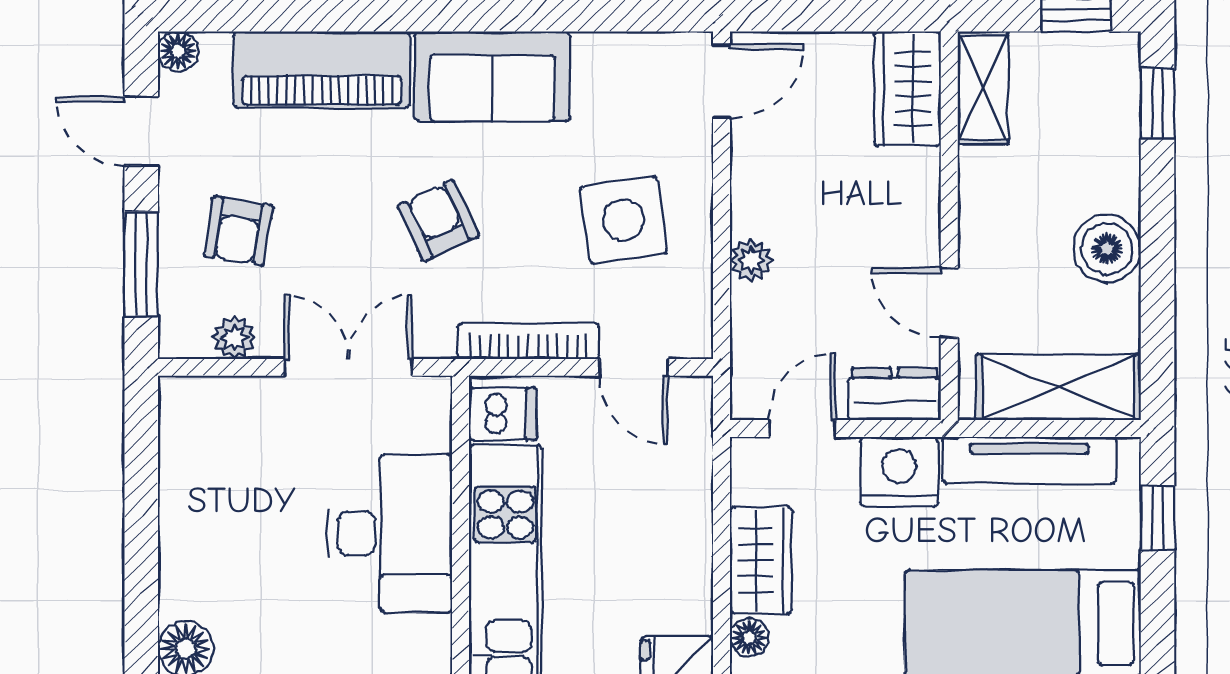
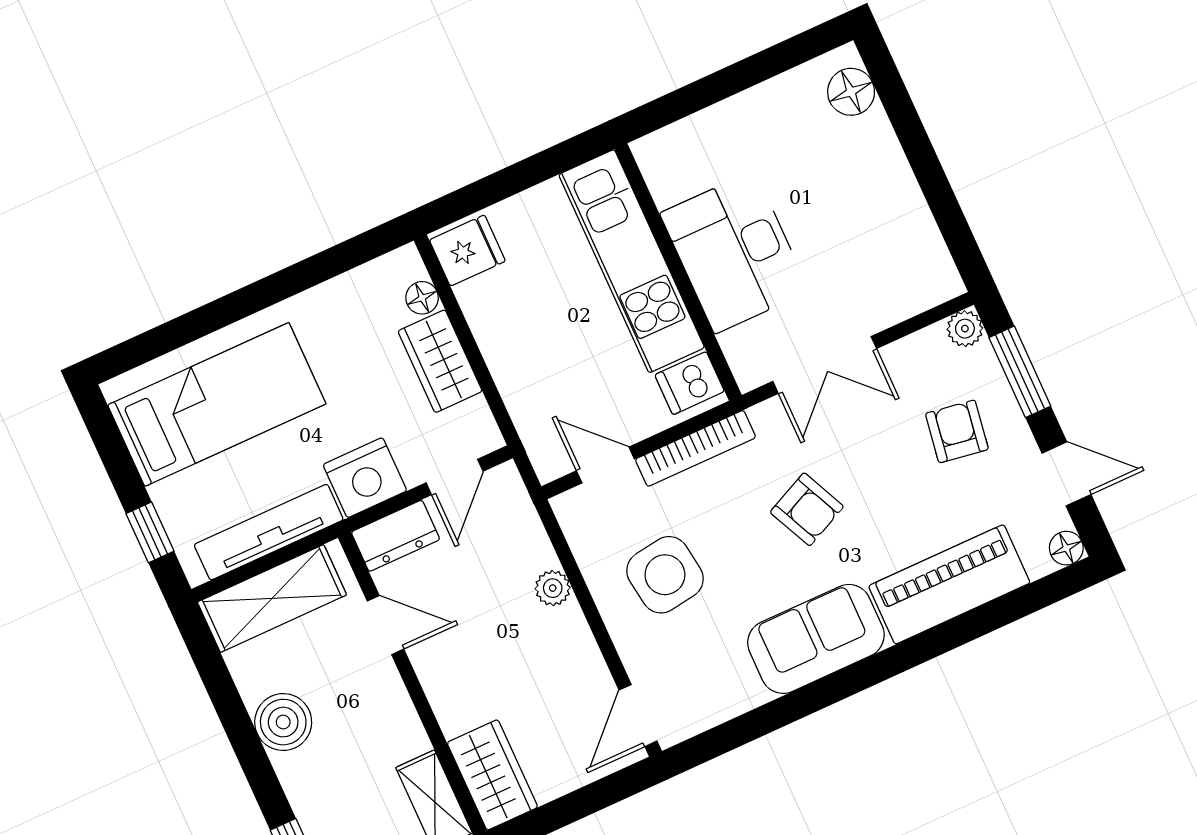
plant: (234, 338) -> (965, 329), moved

